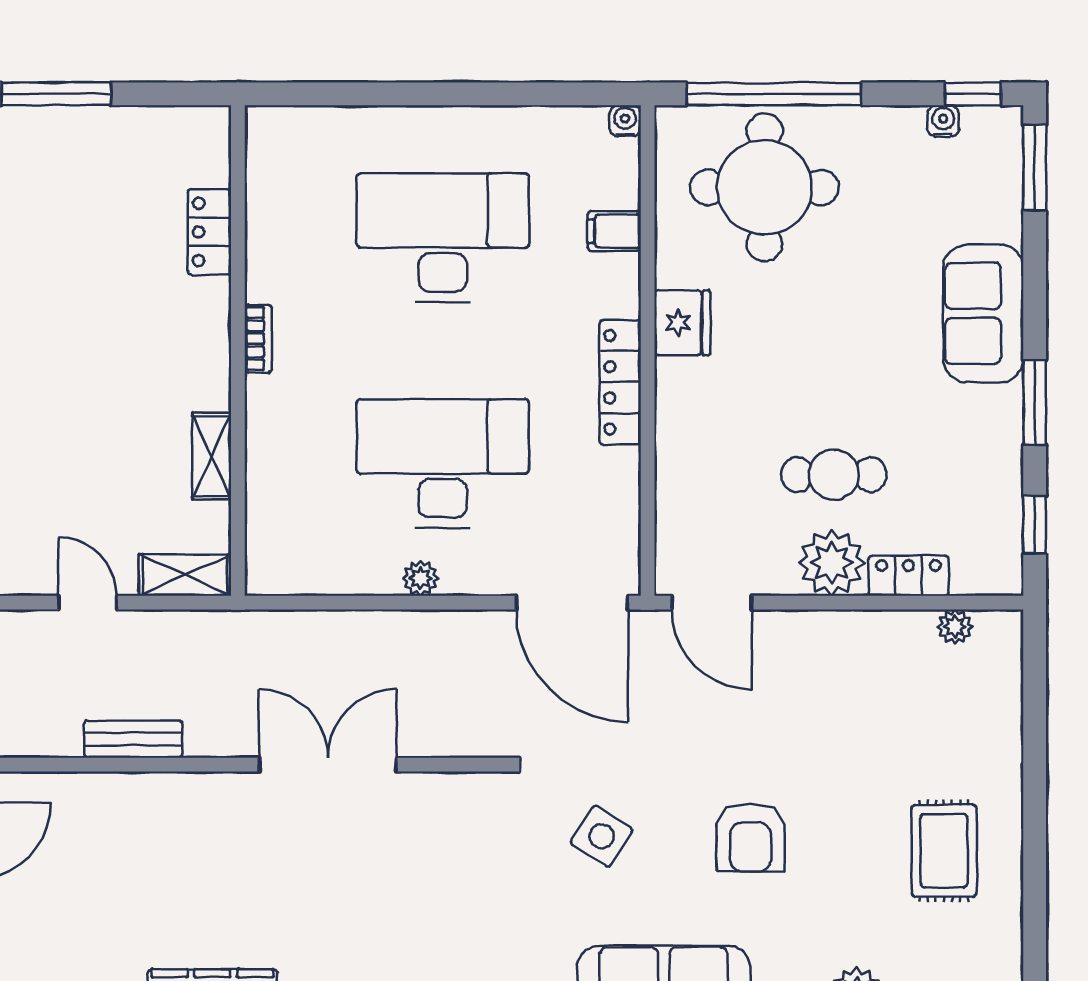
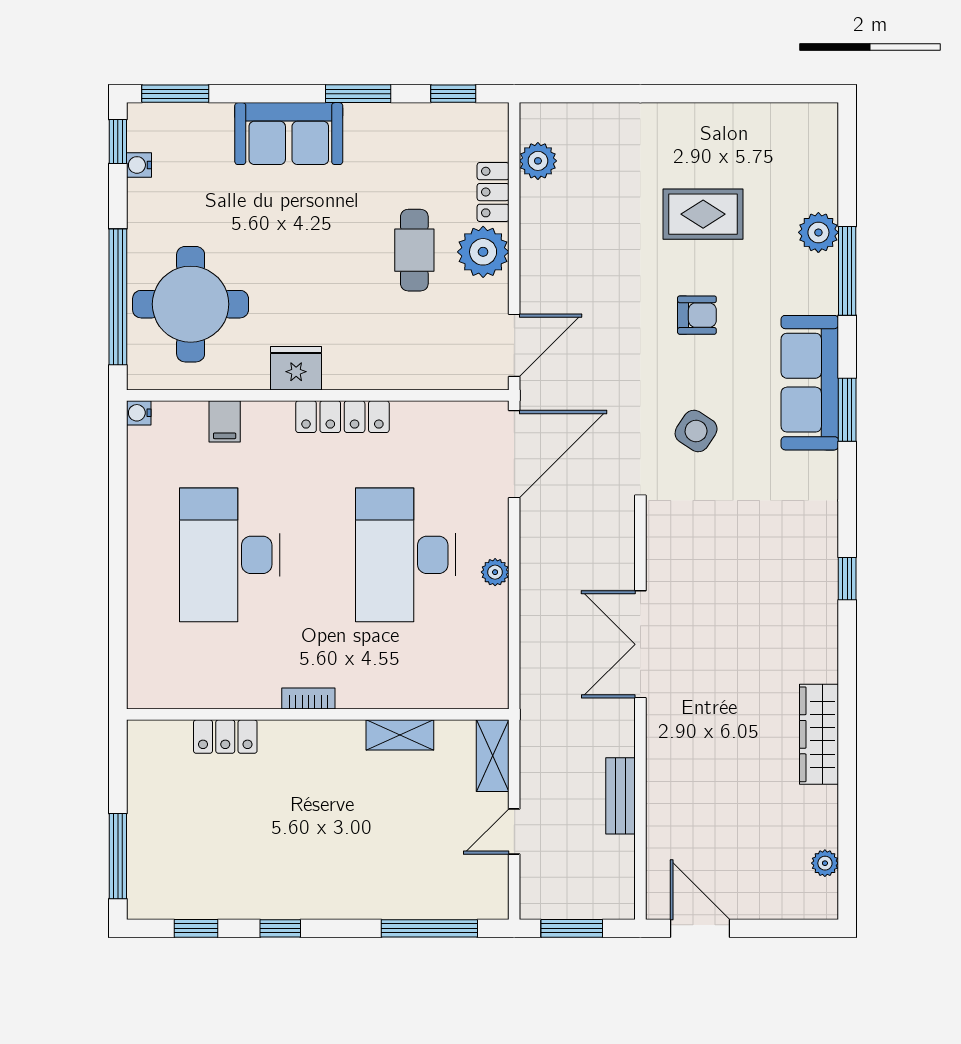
plant: (955, 627) -> (538, 161), width x1.38, depth x1.38
armchair: (750, 837) -> (697, 315), width x0.72, depth x0.72
rug: (944, 851) -> (703, 214), moved

